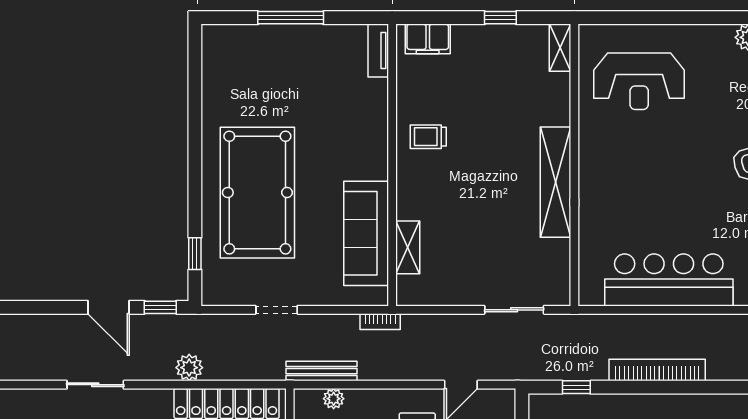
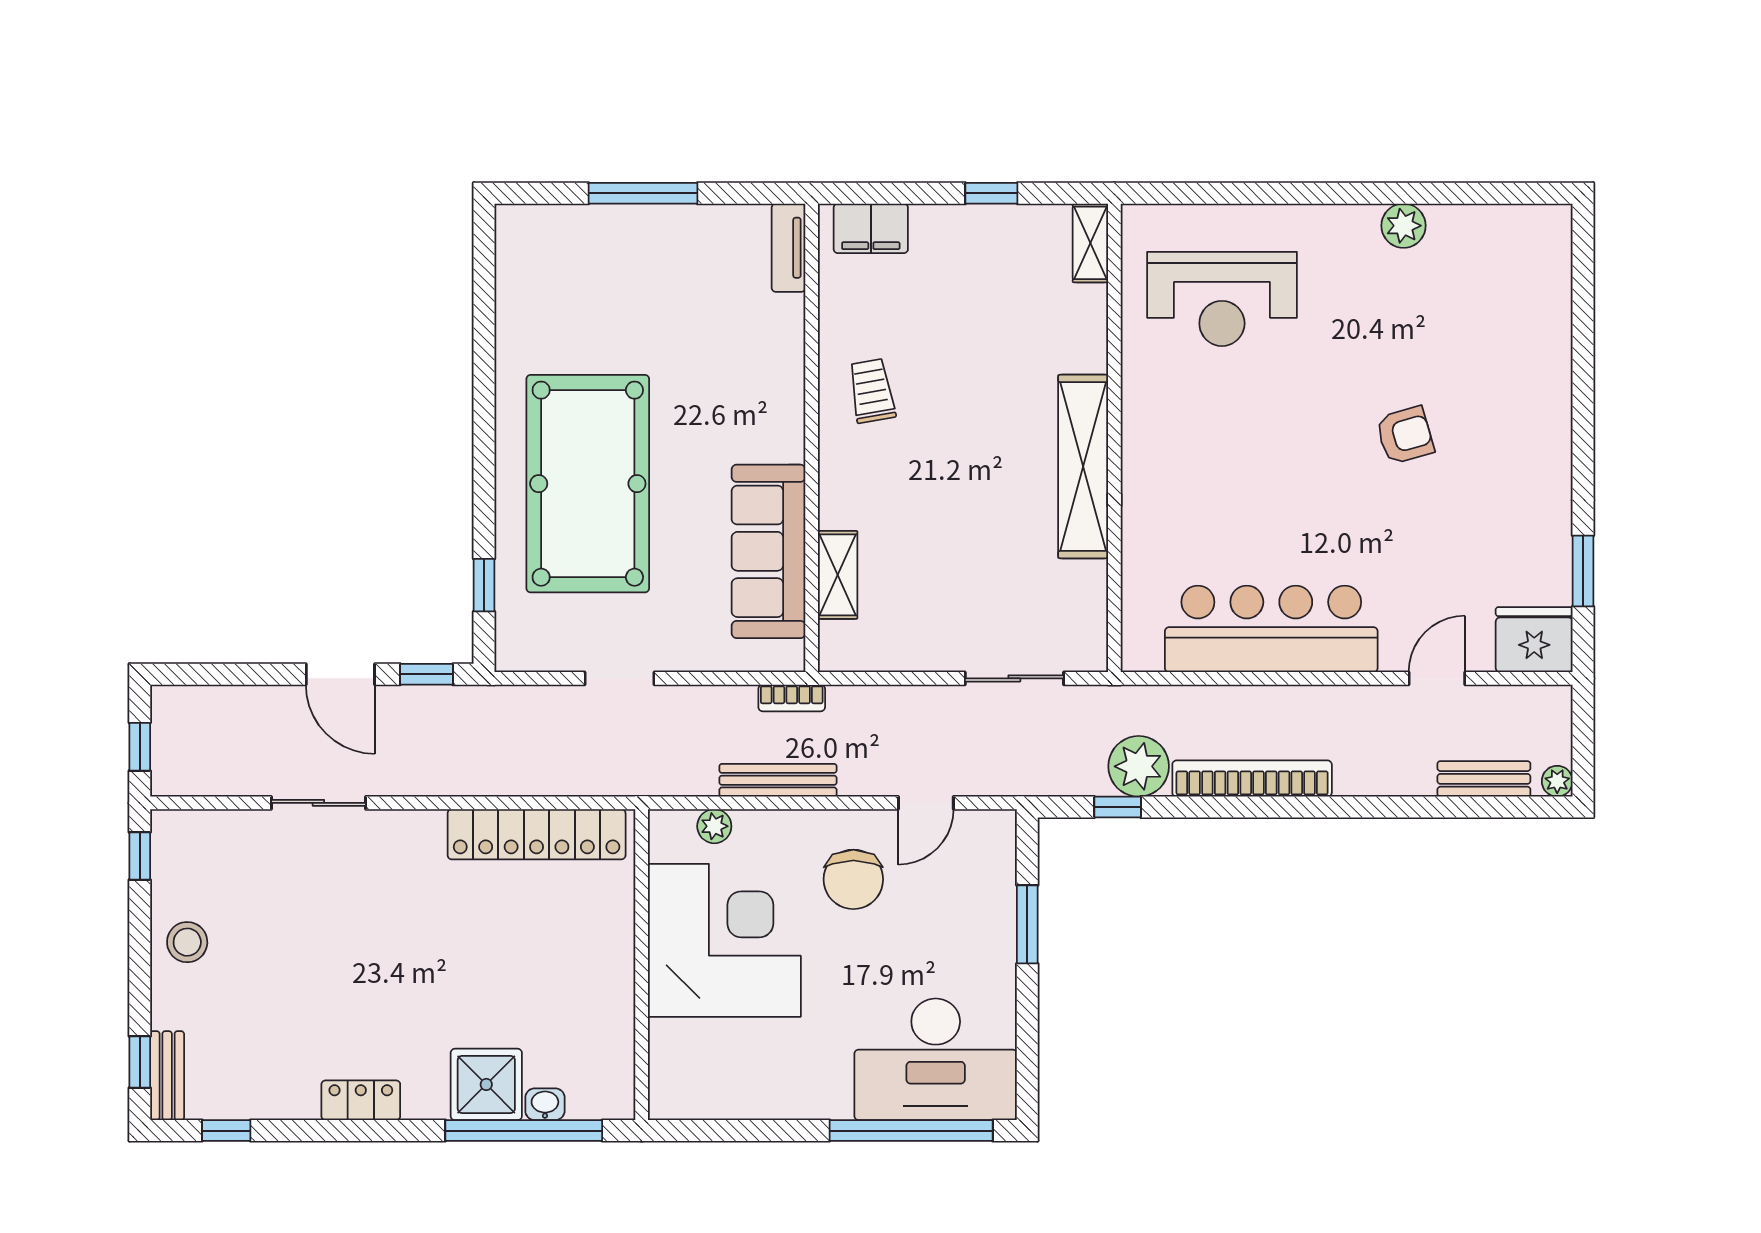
trolley: (428, 137) -> (872, 391), turned 80
plant: (189, 368) -> (1139, 766), moved, width x1.36, depth x1.36
bench: (321, 371) -> (778, 780), moved

